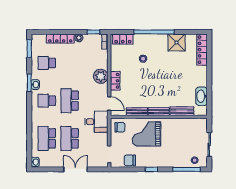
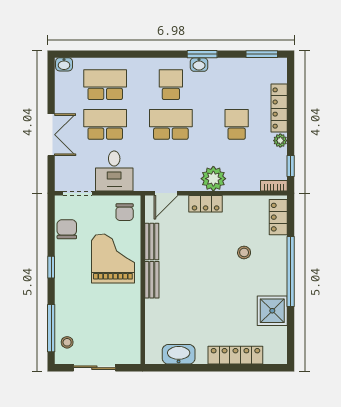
locker: (202, 50) -> (235, 355), moved
school desk: (47, 63) -> (237, 124), moved
bench: (182, 111) -> (153, 320), removed
desk: (96, 122) -> (114, 171), moved

